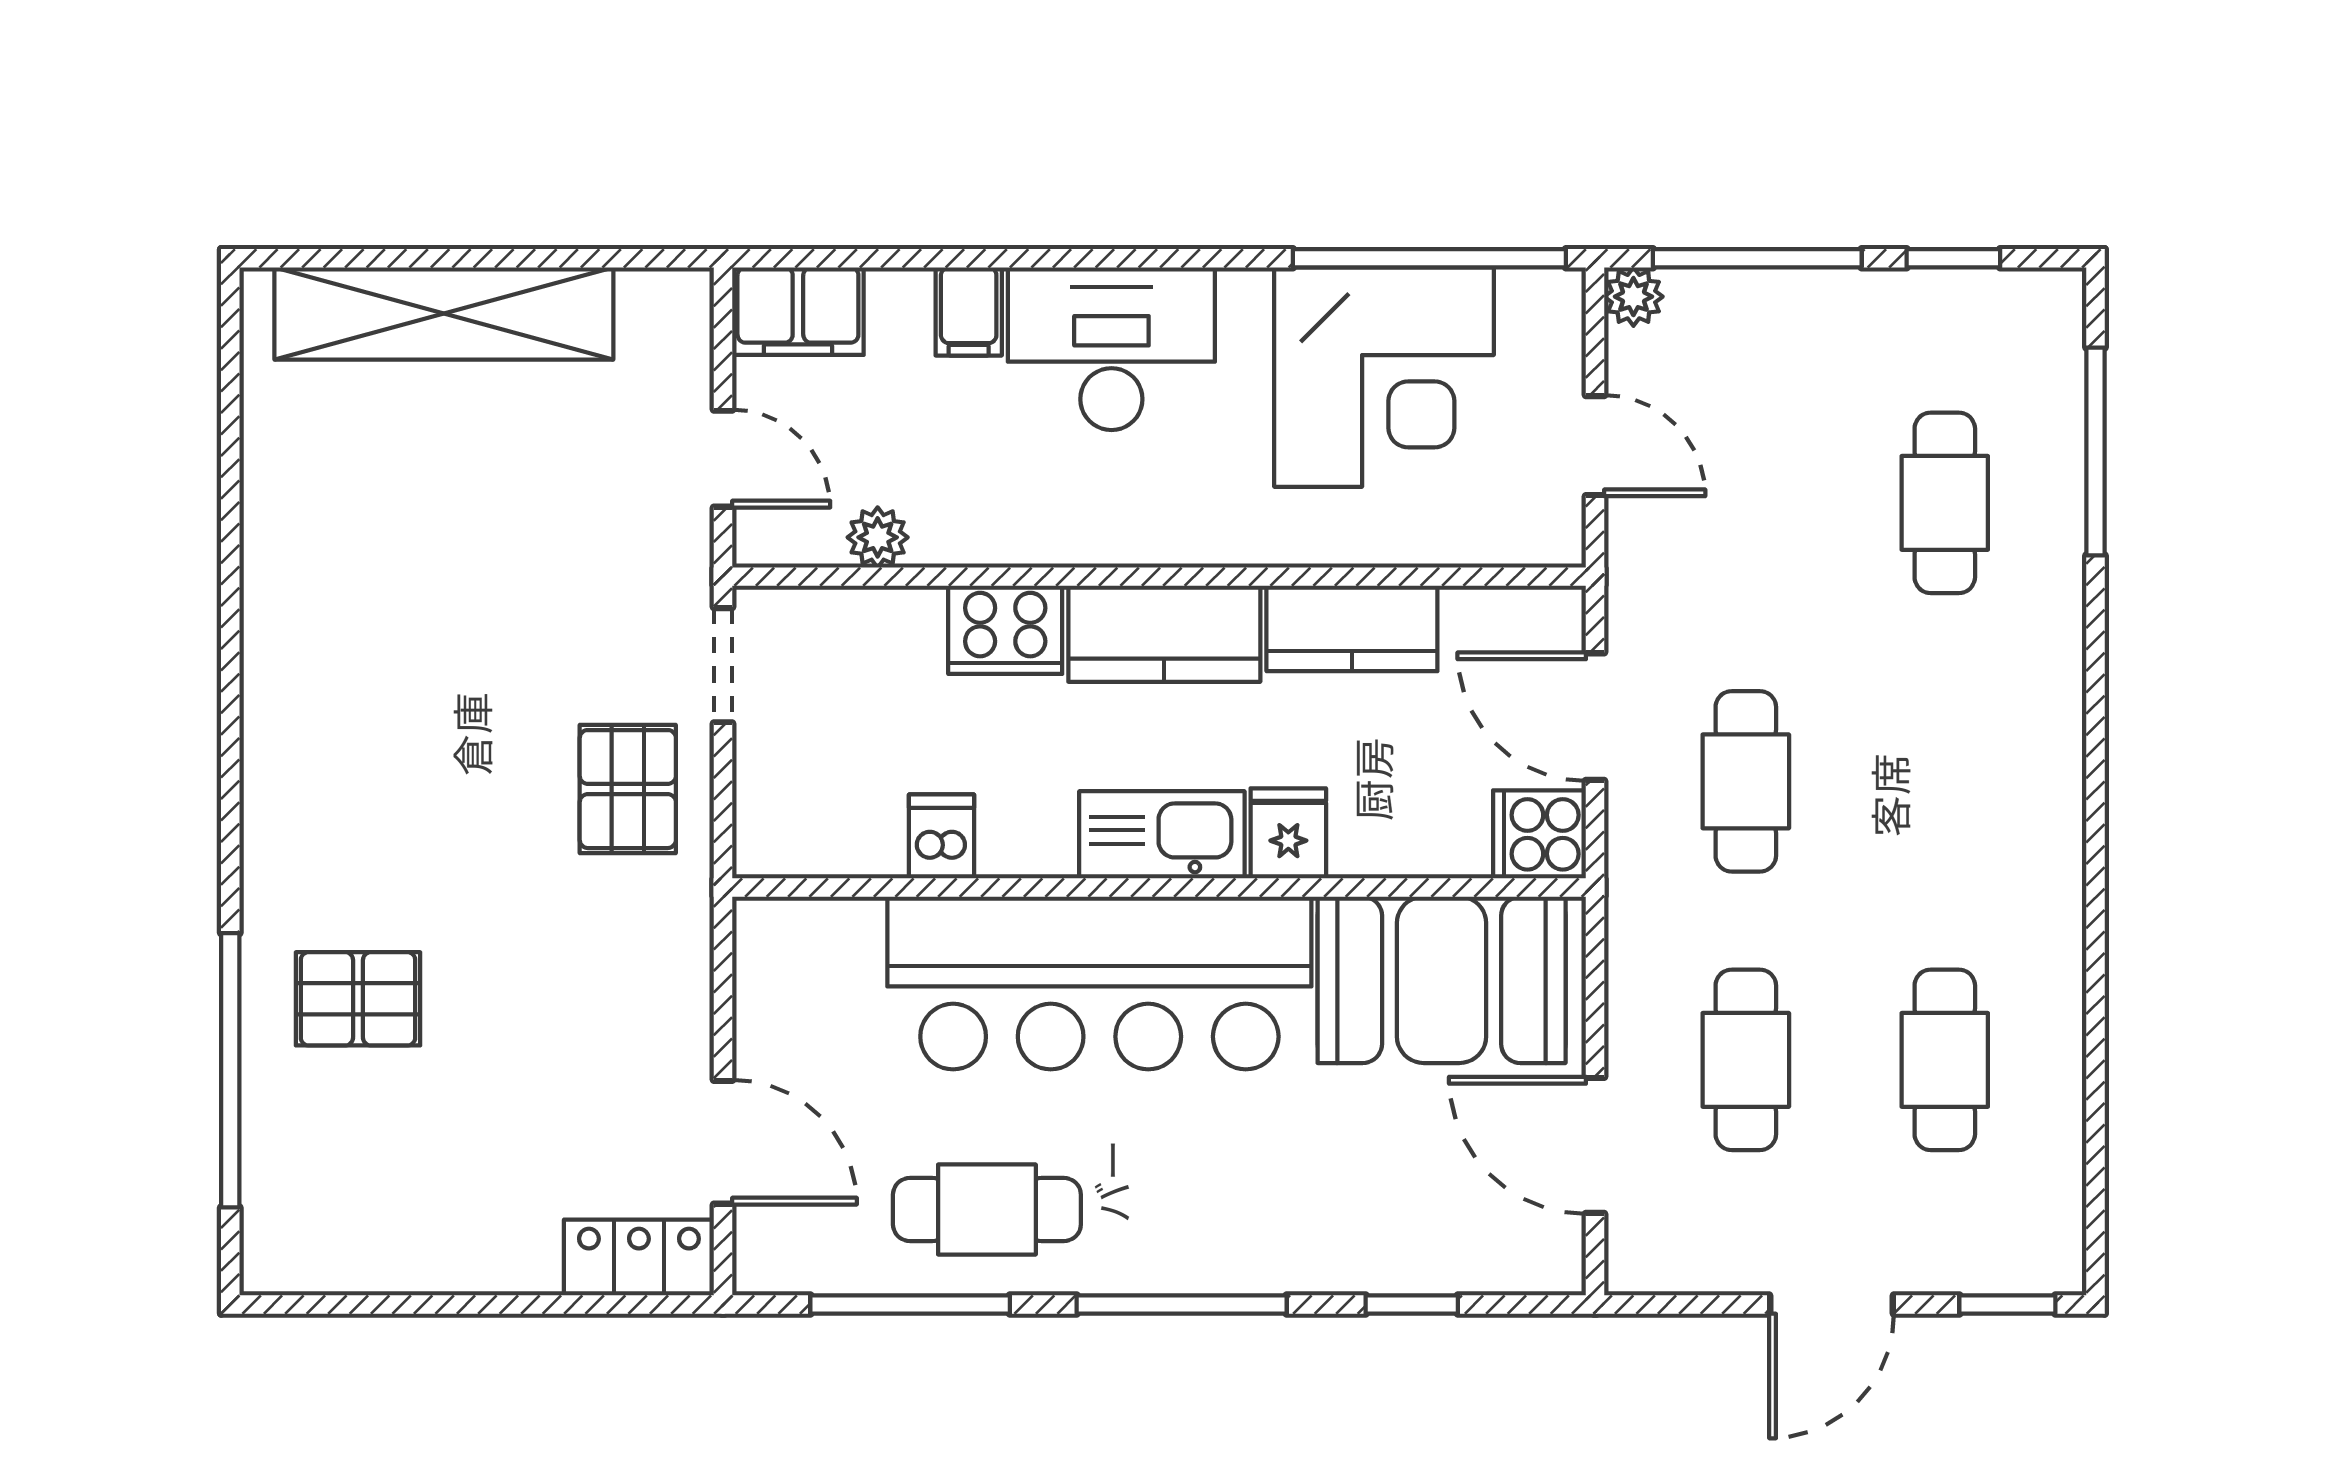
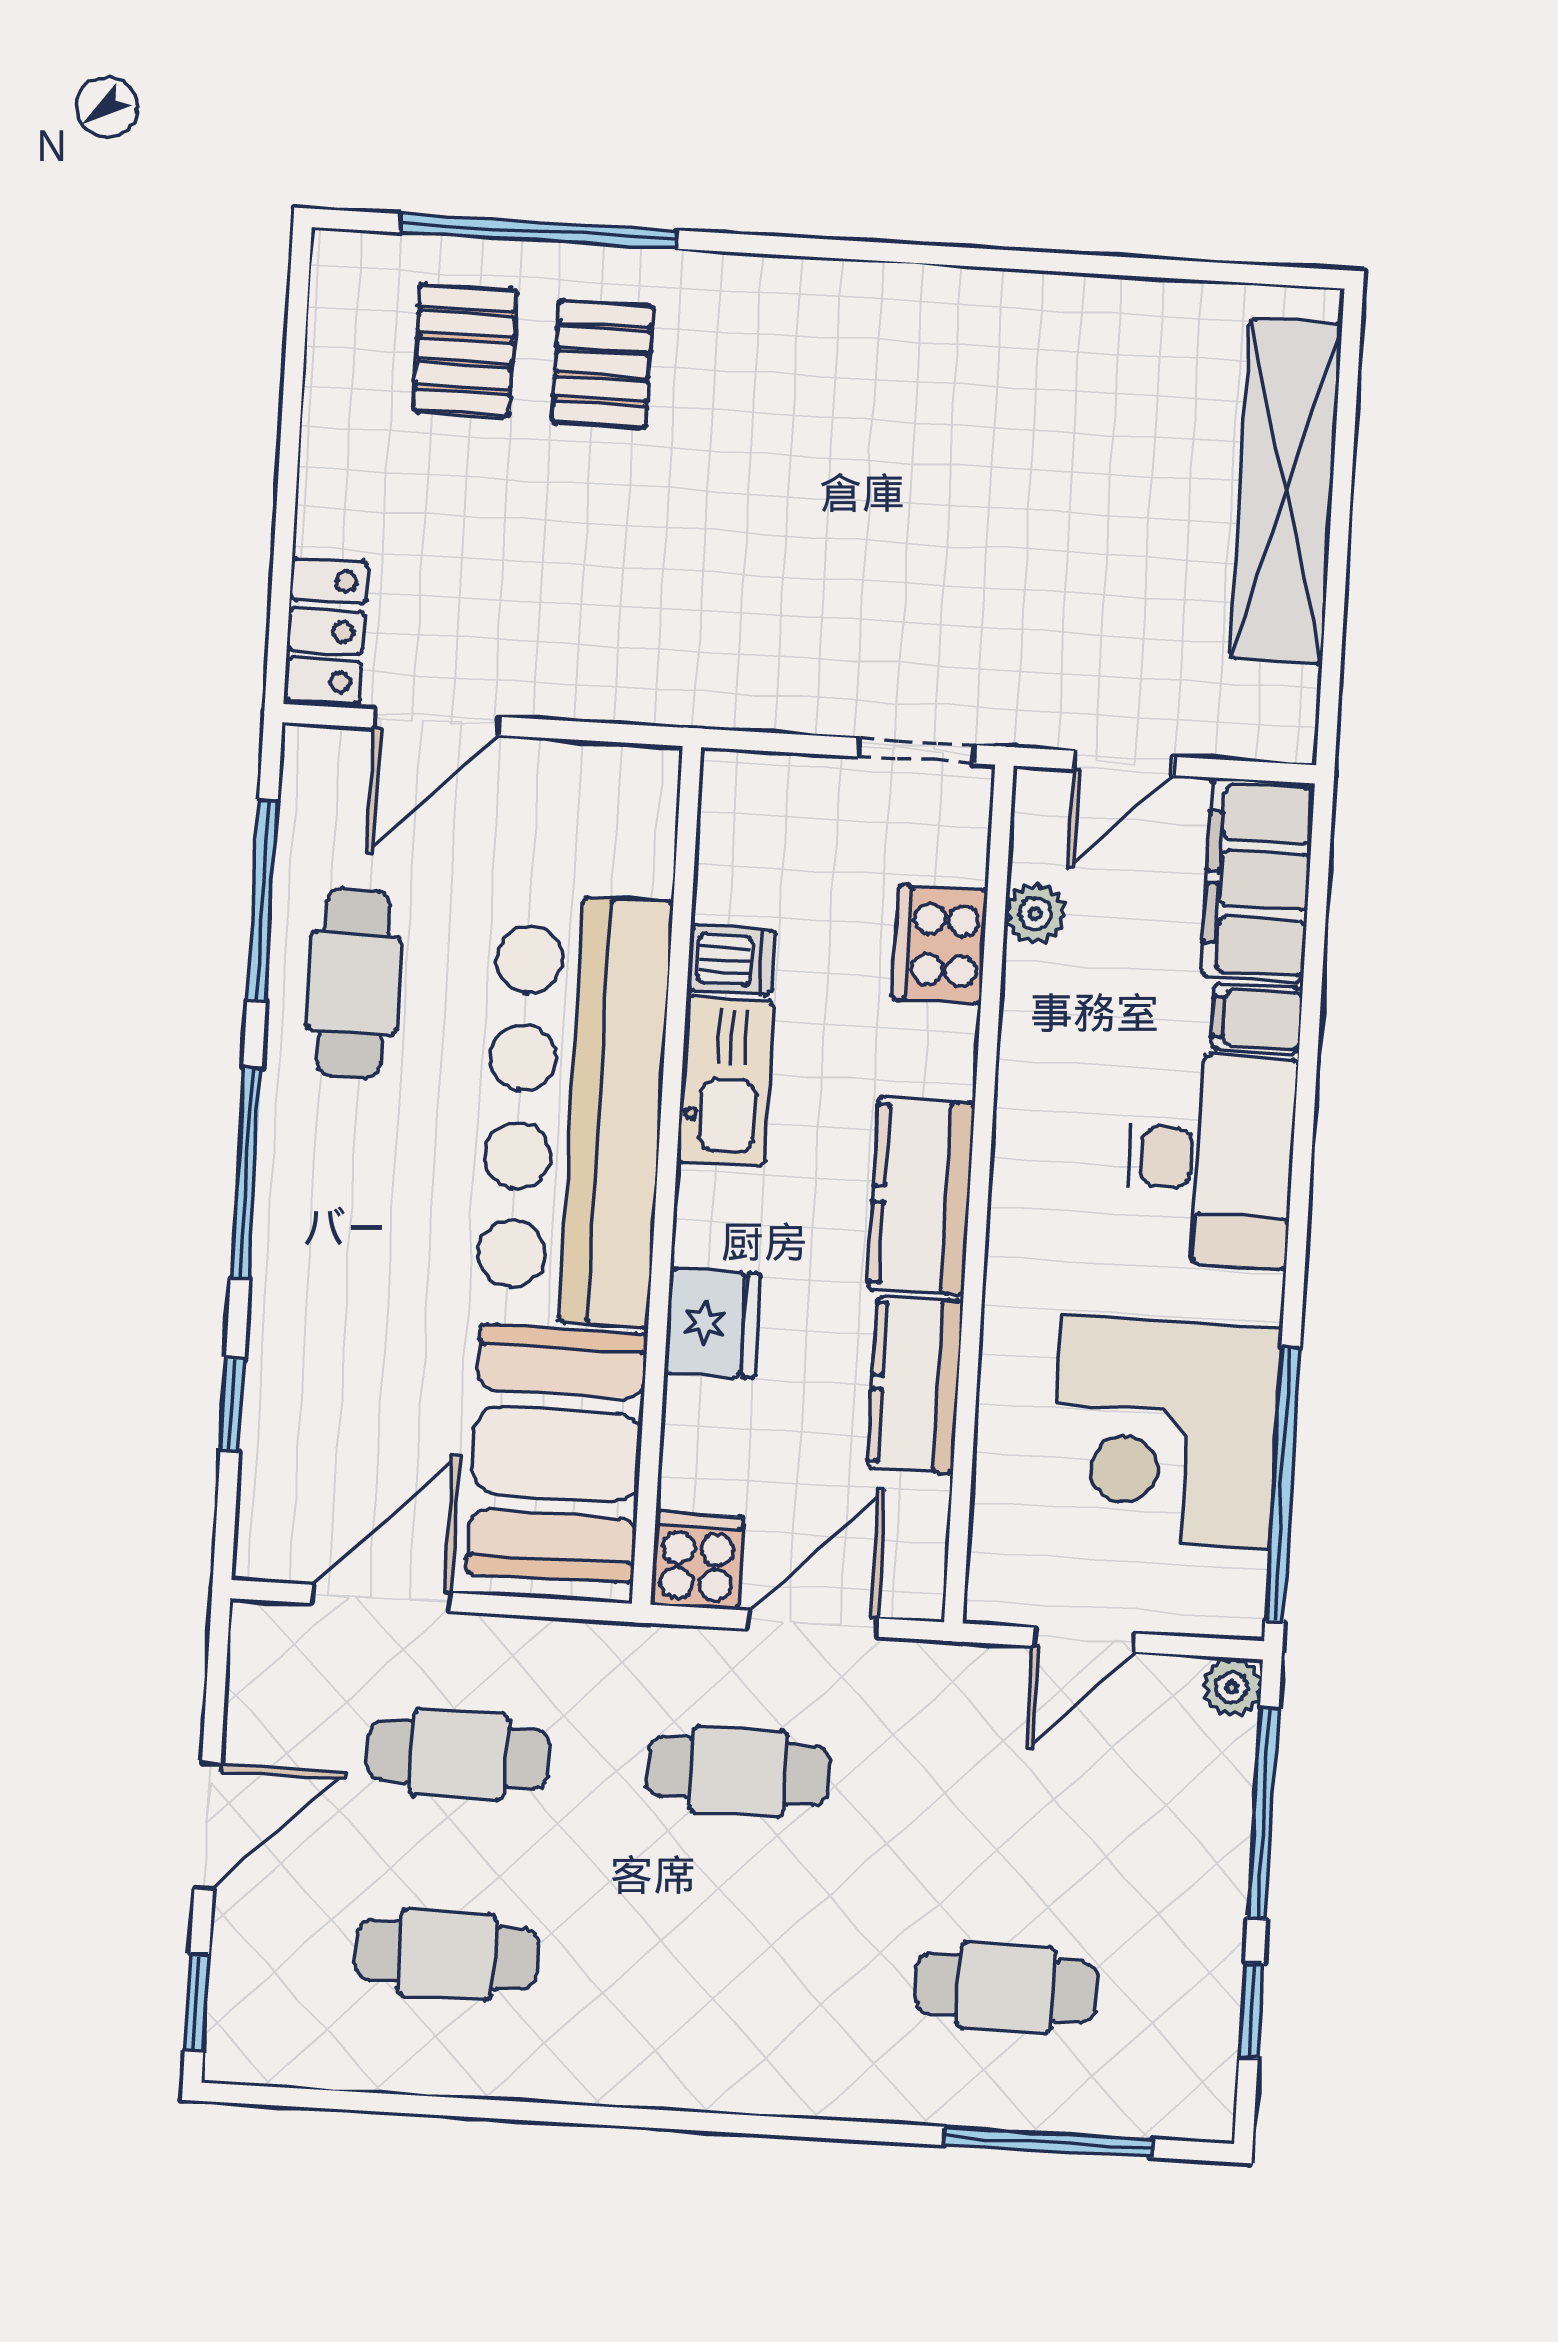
filing cabinet: (798, 311) -> (1258, 880), width x1.50, depth x1.17
cooker: (1005, 630) -> (940, 945), moved
pallet: (628, 789) -> (465, 350), moved, turned 90
fridge: (1288, 833) -> (712, 1323), width x1.38
kitchen sink: (1162, 835) -> (725, 1082), moved
door: (1832, 1305) -> (207, 1826), swing flipped

